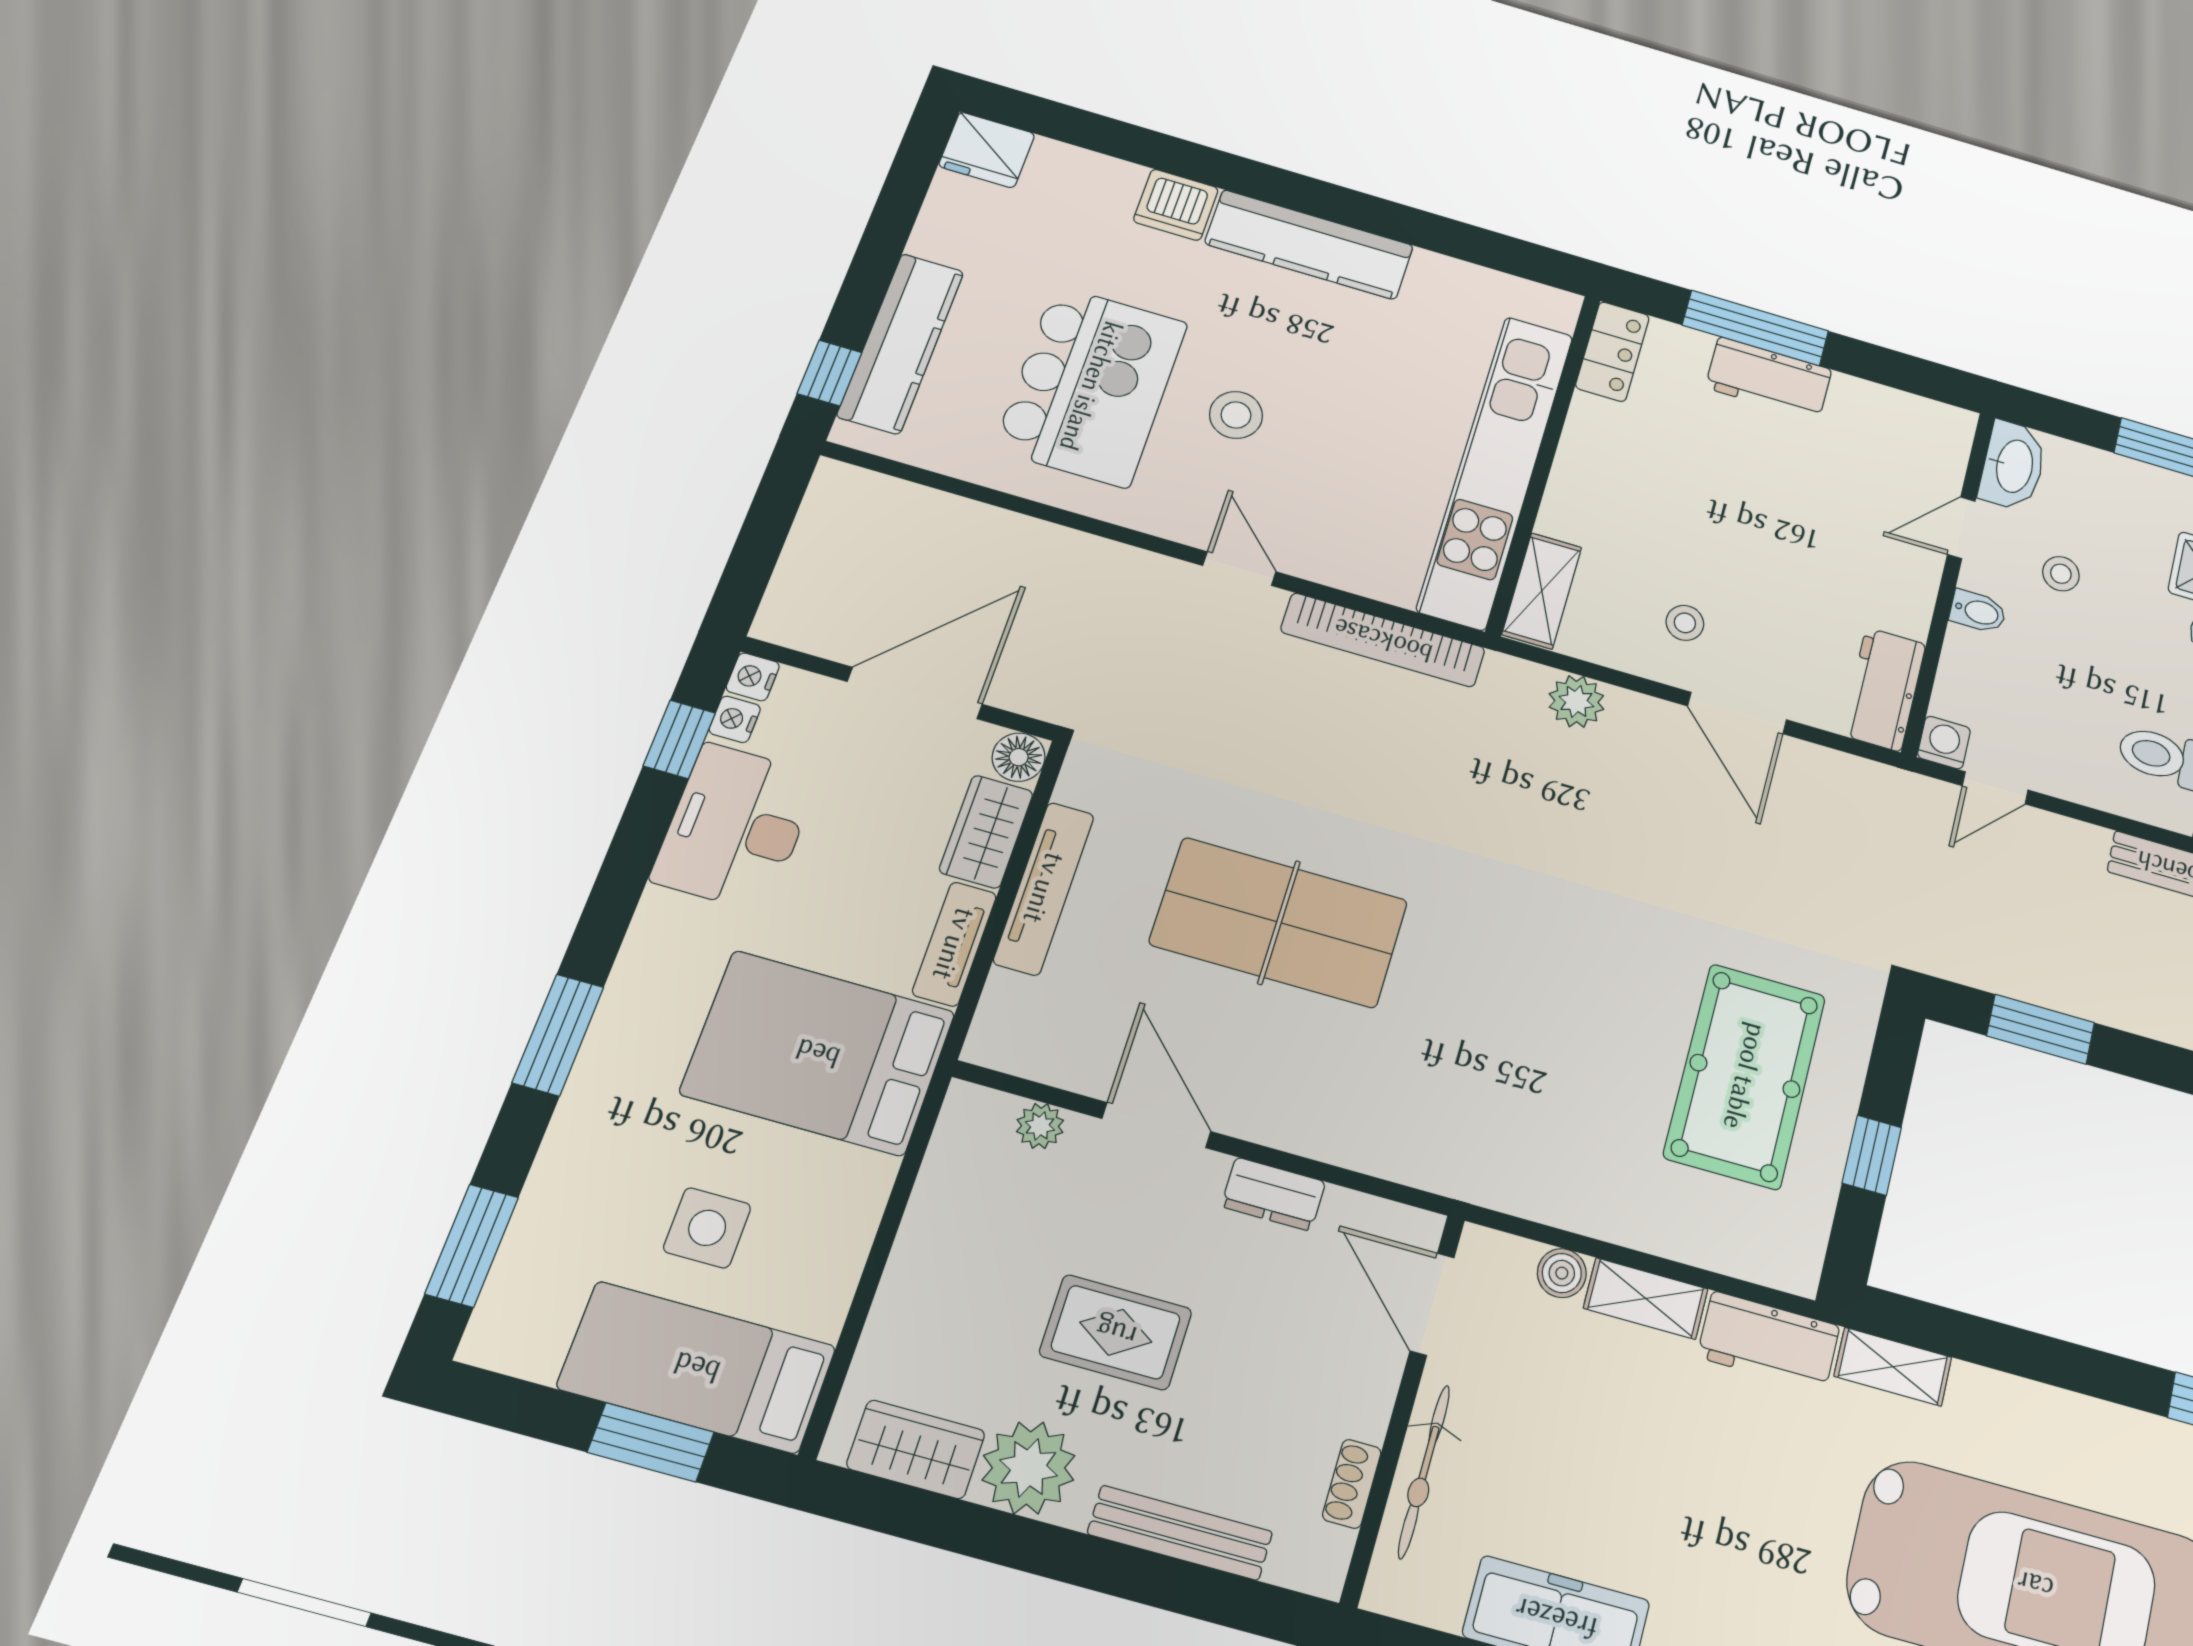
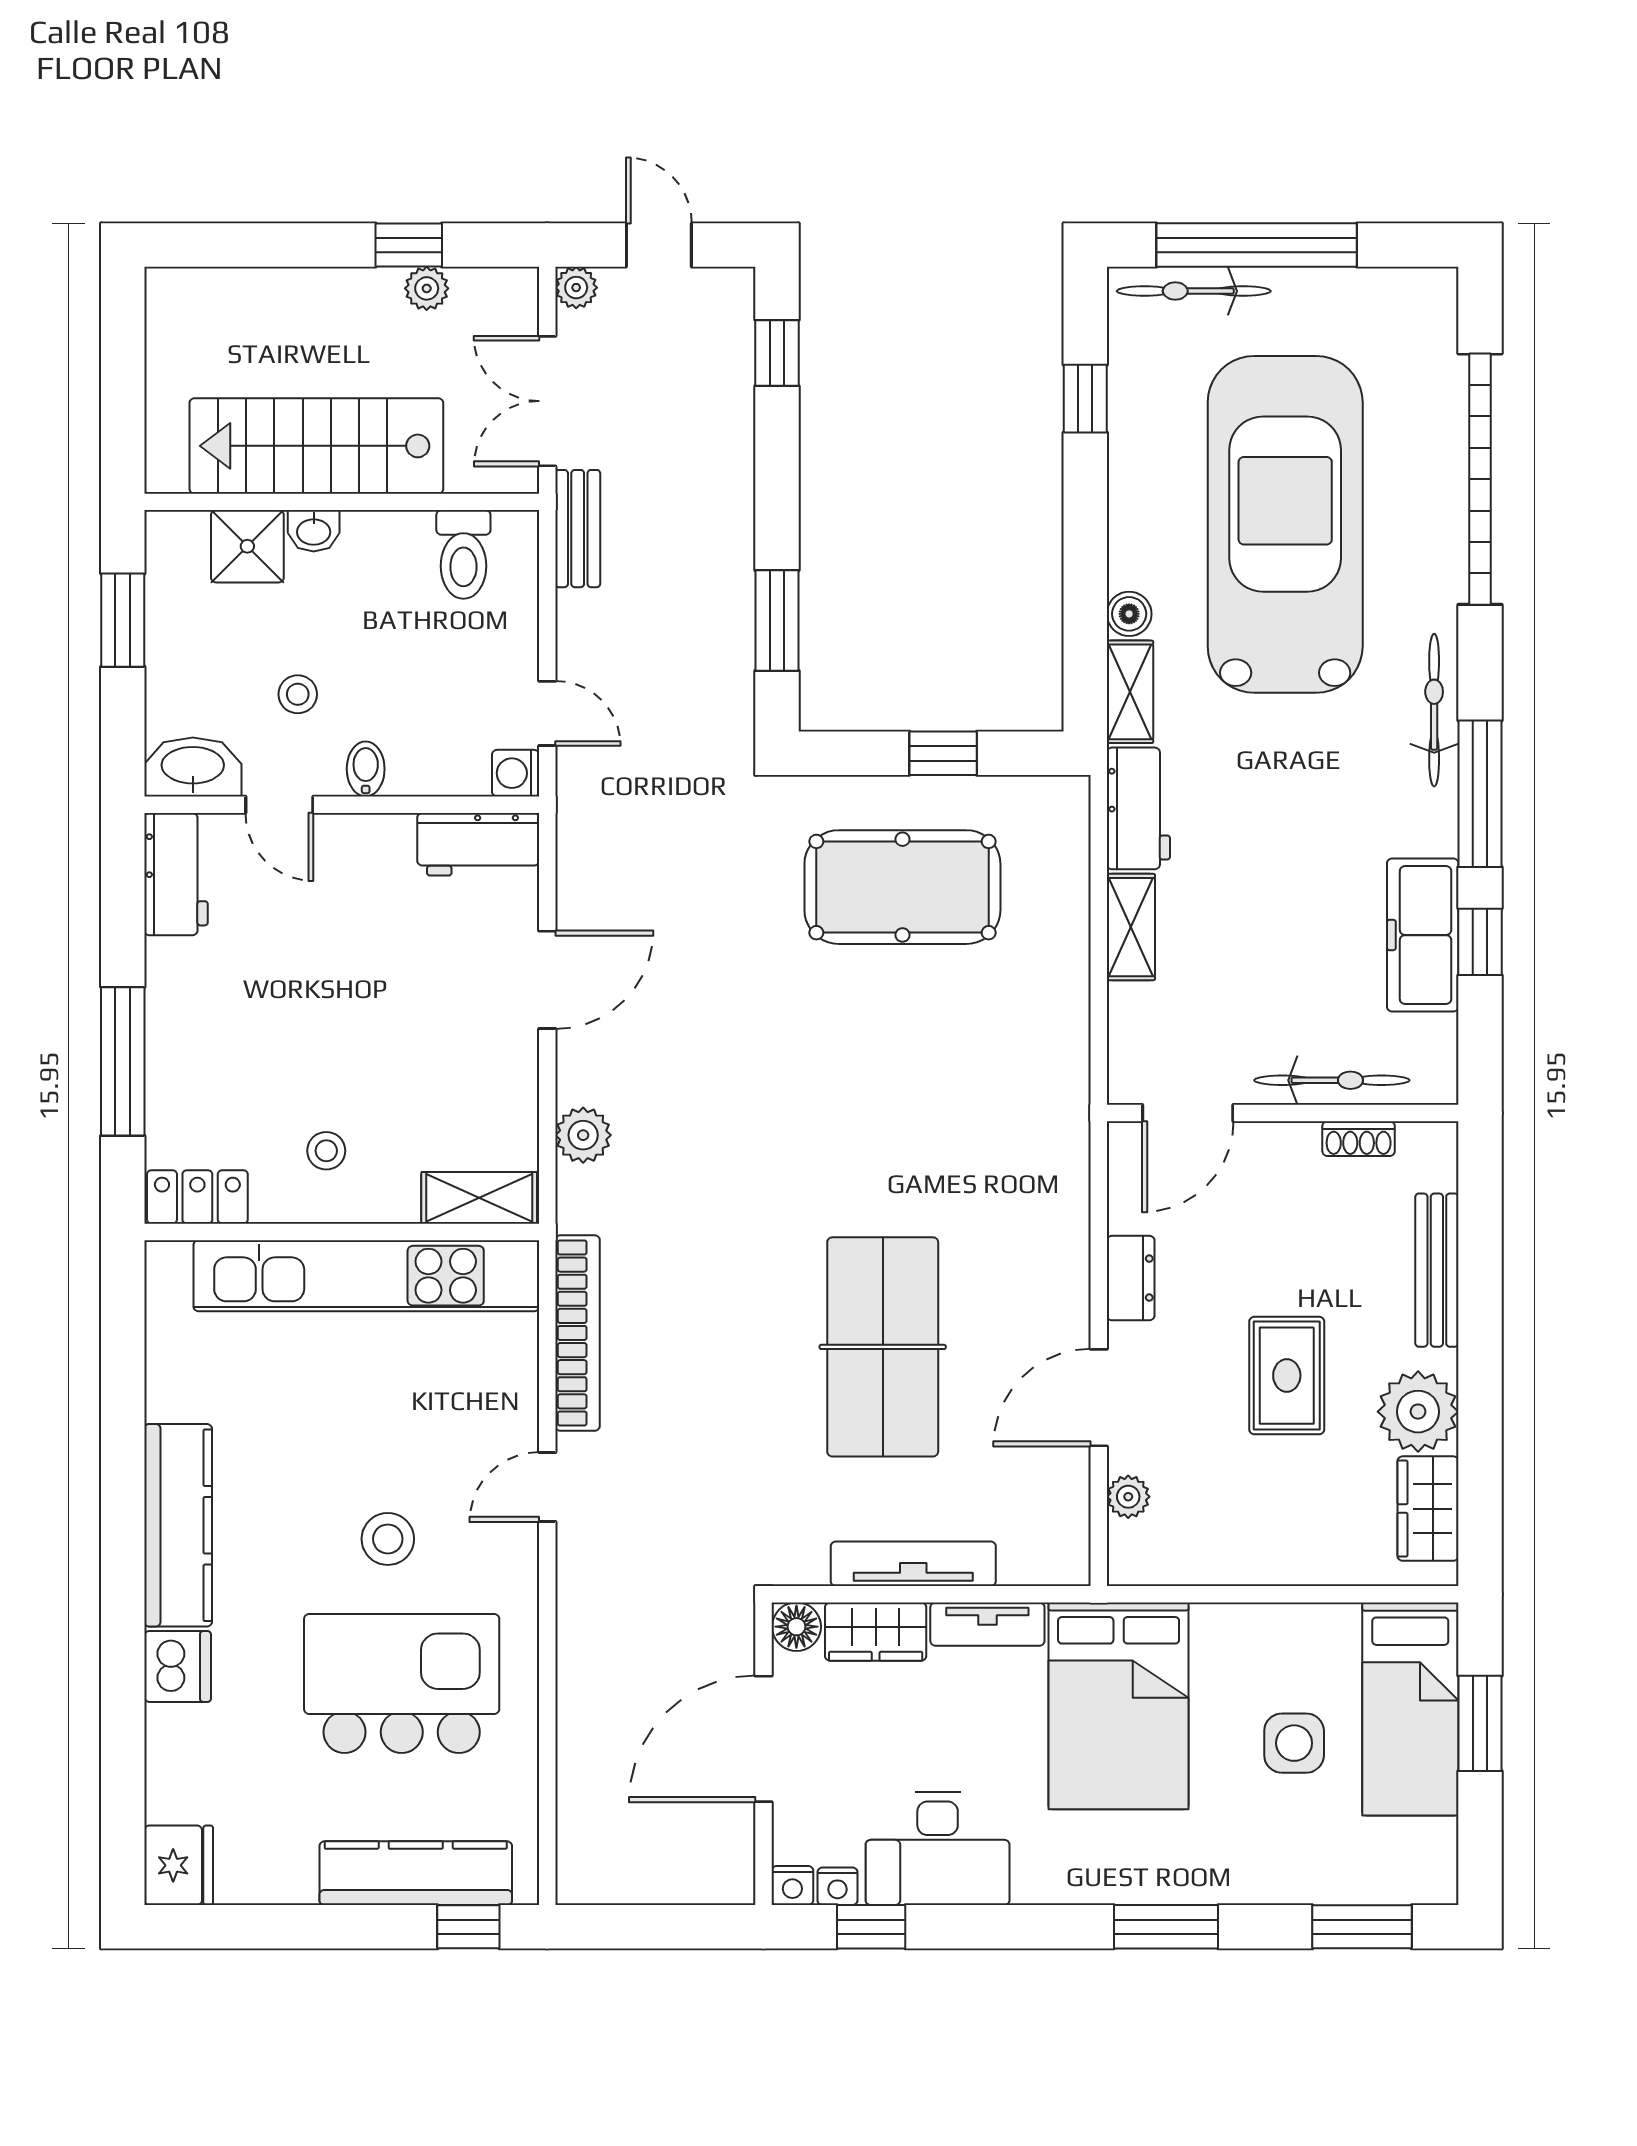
workbench: (1769, 379) -> (176, 874), moved
stool: (1685, 623) -> (326, 1151), moved
door: (915, 693) -> (763, 1739), hinge flipped
boiler: (1562, 1273) -> (1129, 614), moved

